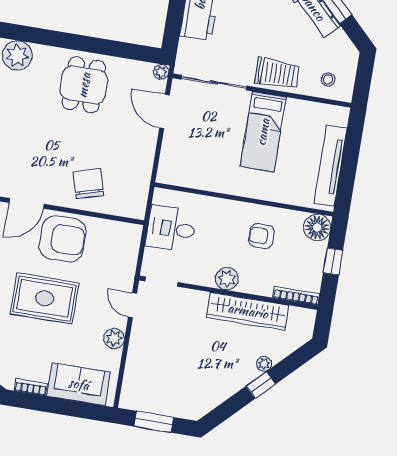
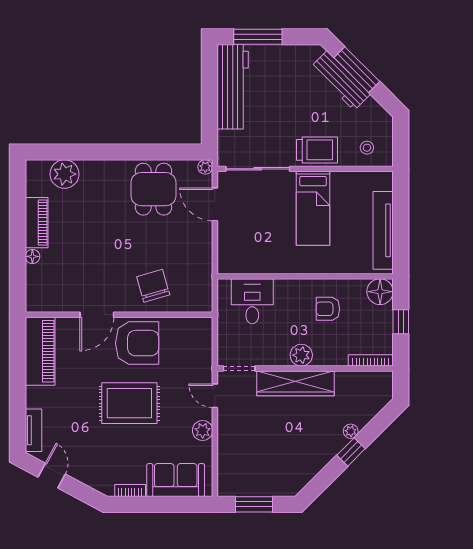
dining table: (84, 85) -> (153, 189), moved
desk: (171, 229) -> (252, 301), moved, turned 90
wardrobe: (248, 311) -> (296, 383), moved

